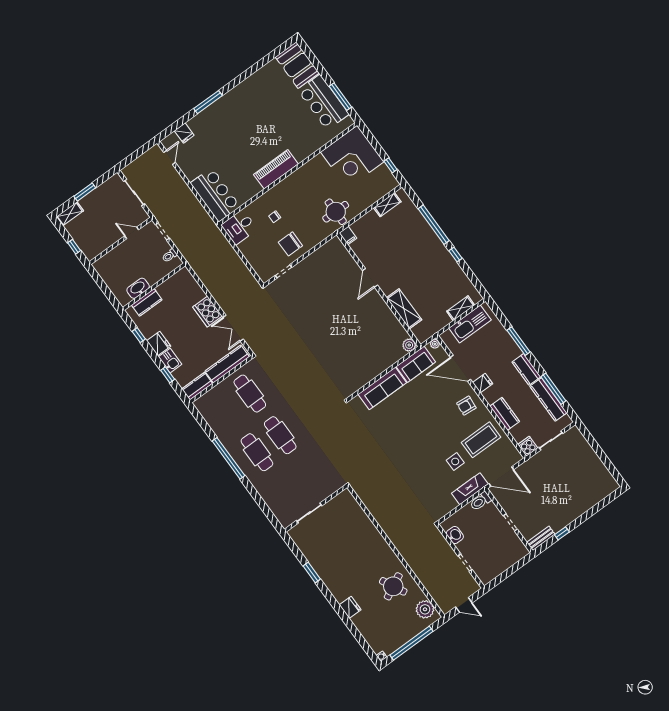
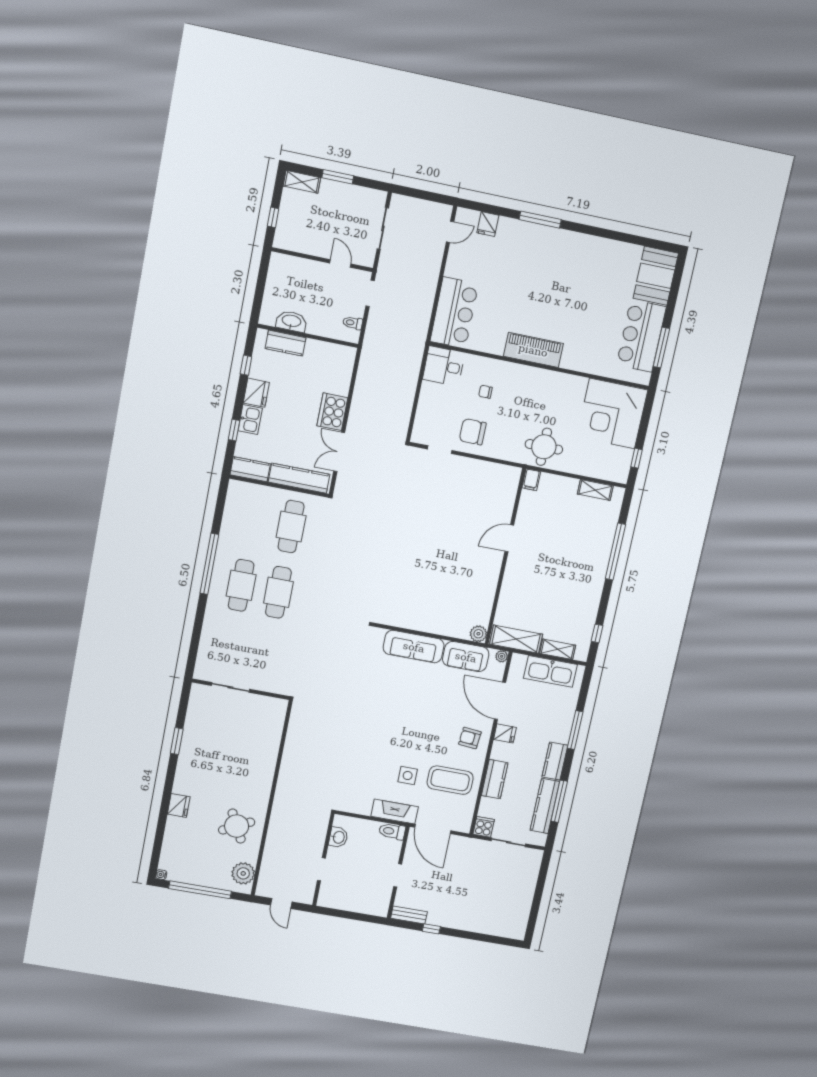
window: (455, 255) -> (597, 633), moved
shelving: (404, 309) -> (516, 639), moved, turned 90

